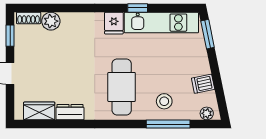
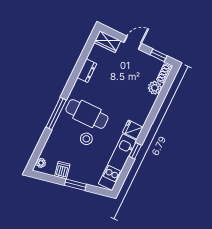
window: (208, 34) -> (75, 185), moved
stool: (164, 101) -> (86, 139), moved
wardrobe: (39, 111) -> (107, 42), moved, turned 90
window: (168, 124) -> (56, 114), moved

